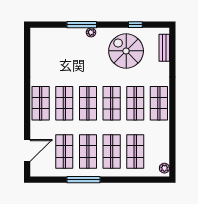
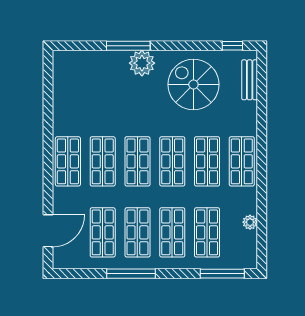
window: (135, 25) -> (232, 46), moved
plant: (91, 32) -> (142, 63), width x1.88, depth x1.88
plant: (164, 168) -> (250, 222), moved
window: (146, 180) -> (222, 274), added

